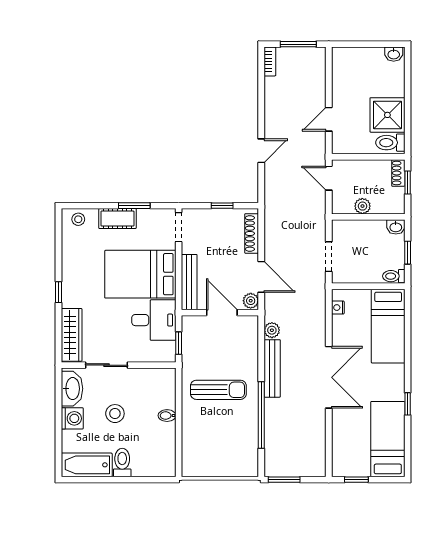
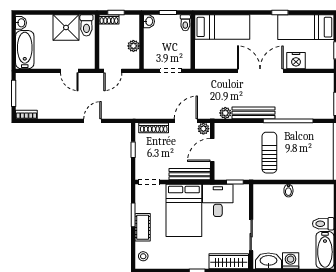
bathtub: (357, 59) -> (25, 50), added
door: (261, 151) -> (93, 121), hinge flipped
nightstand: (338, 308) -> (296, 61), moved, width x1.89, depth x1.79
stool: (115, 414) -> (287, 229), removed

